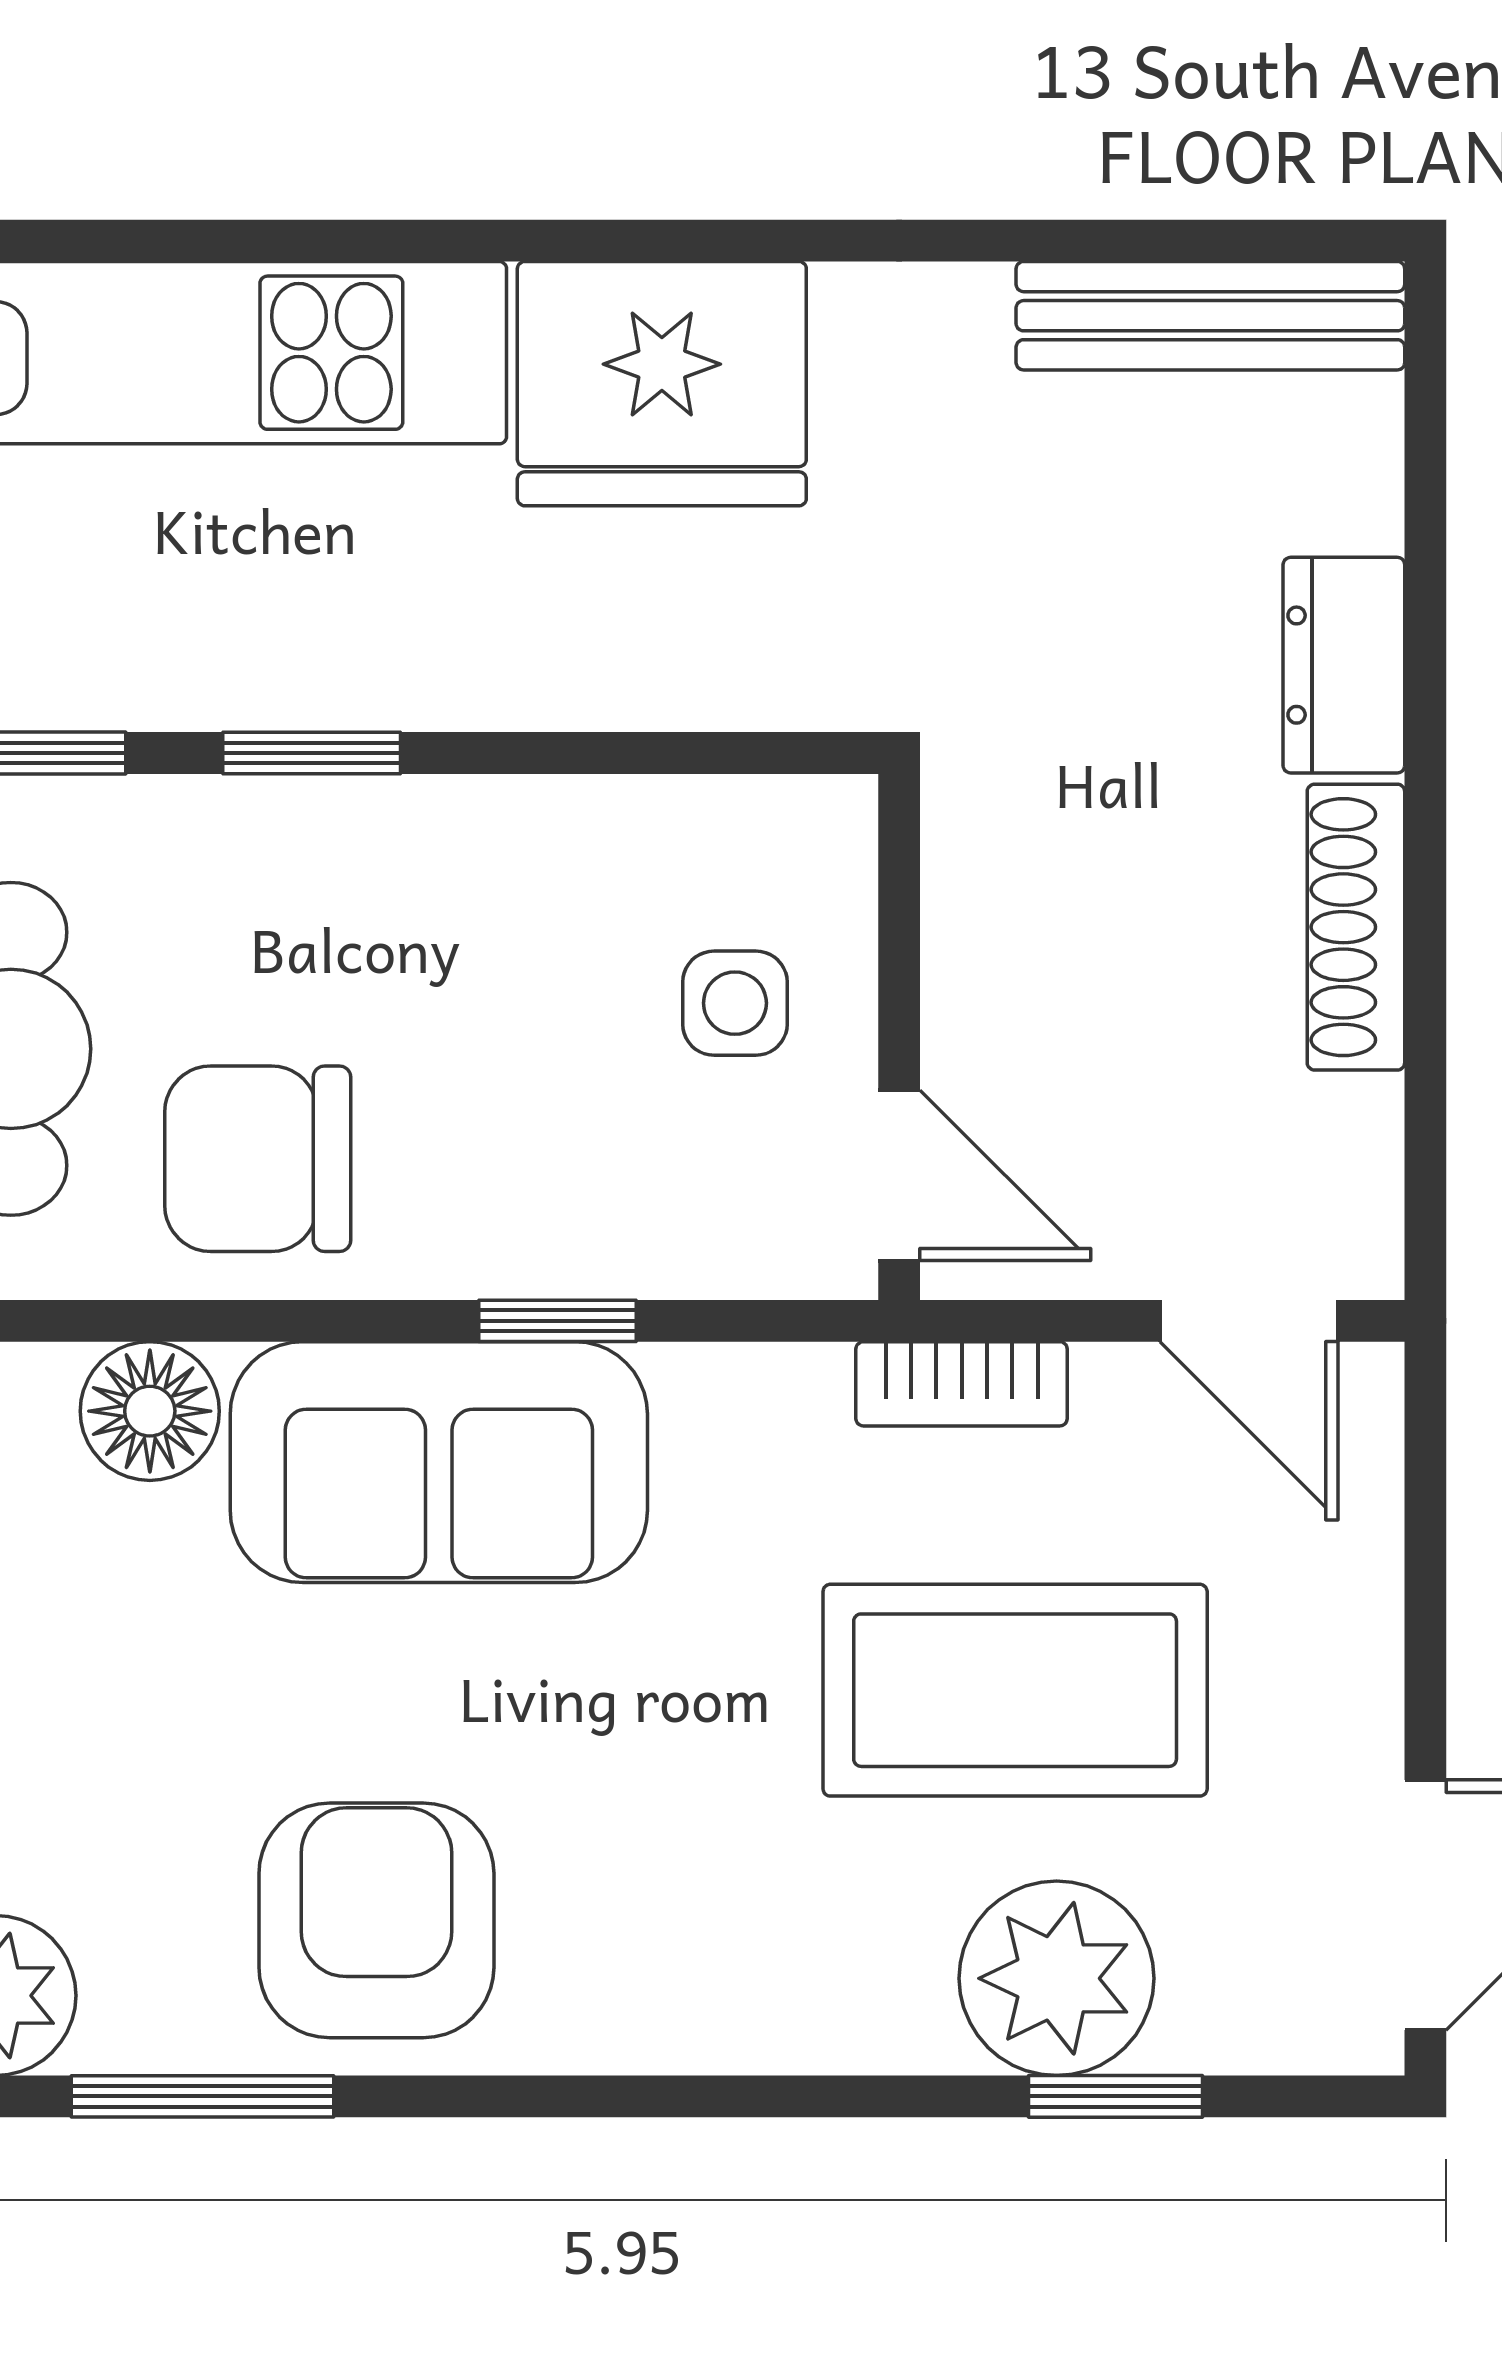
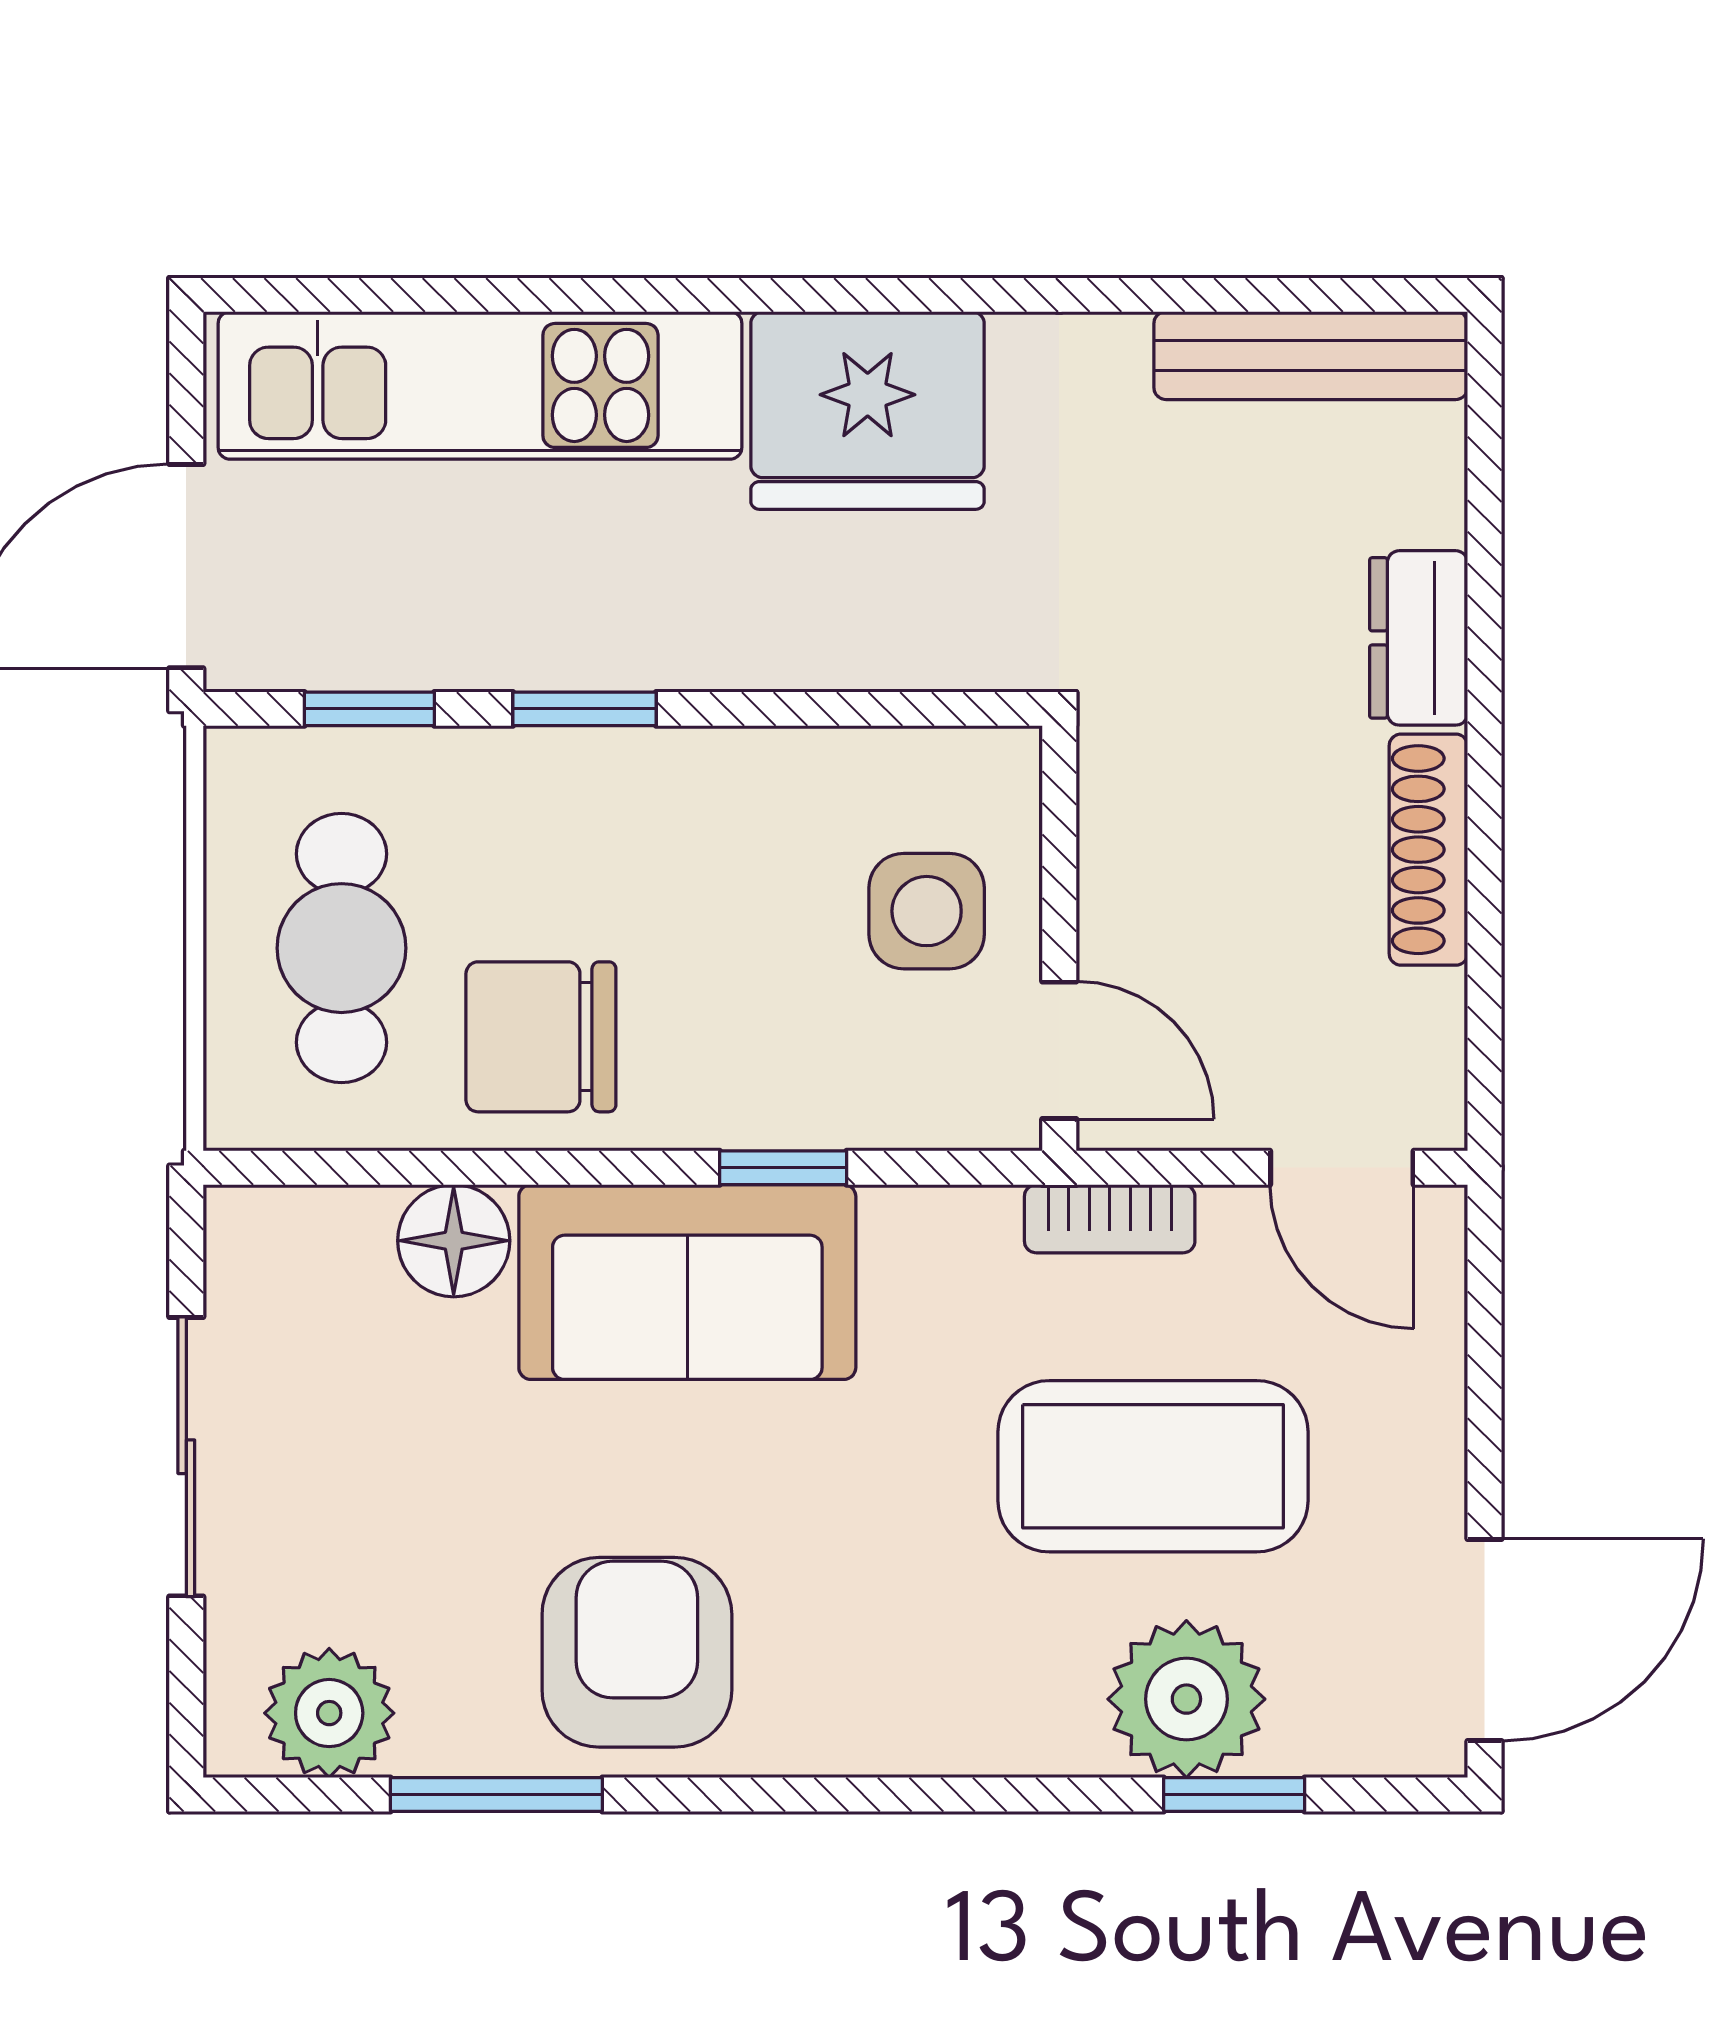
side table: (735, 1003) -> (927, 911), width x1.37, depth x1.37

